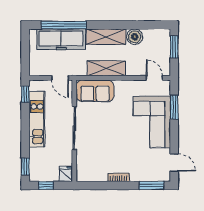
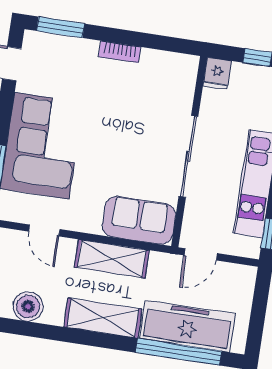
boiler: (135, 37) -> (28, 306), moved
door: (60, 78) -> (201, 254), swing flipped
door: (154, 78) -> (44, 230), moved

